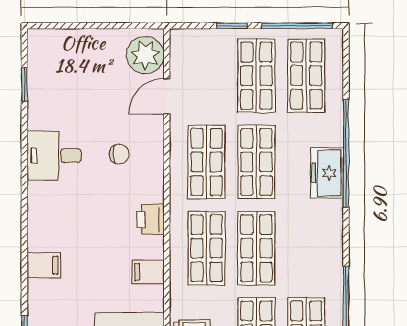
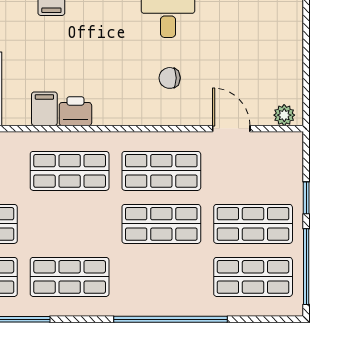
plant: (145, 55) -> (284, 115), width x0.53, depth x0.53
chair: (119, 154) -> (170, 78), turned 90
freezer: (327, 173) -> (150, 299), removed
printer: (150, 220) -> (75, 111), moved
shop shelf: (256, 248) -> (70, 277), moved

